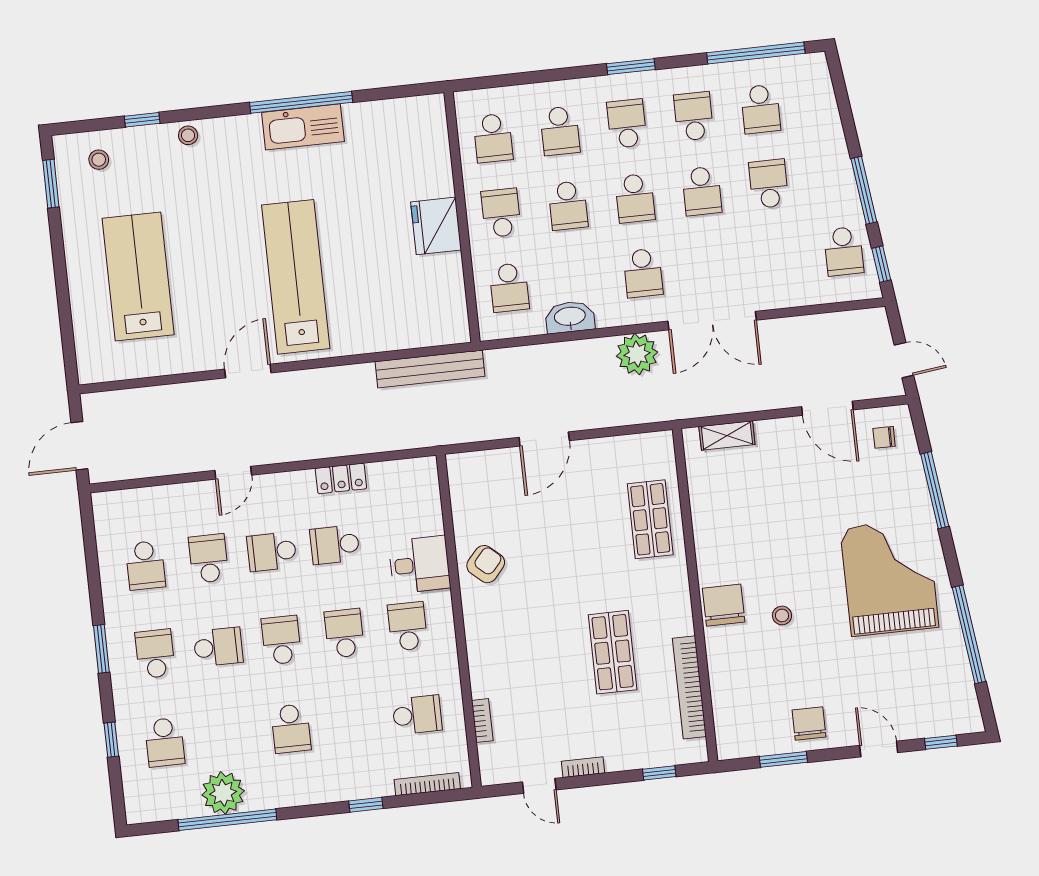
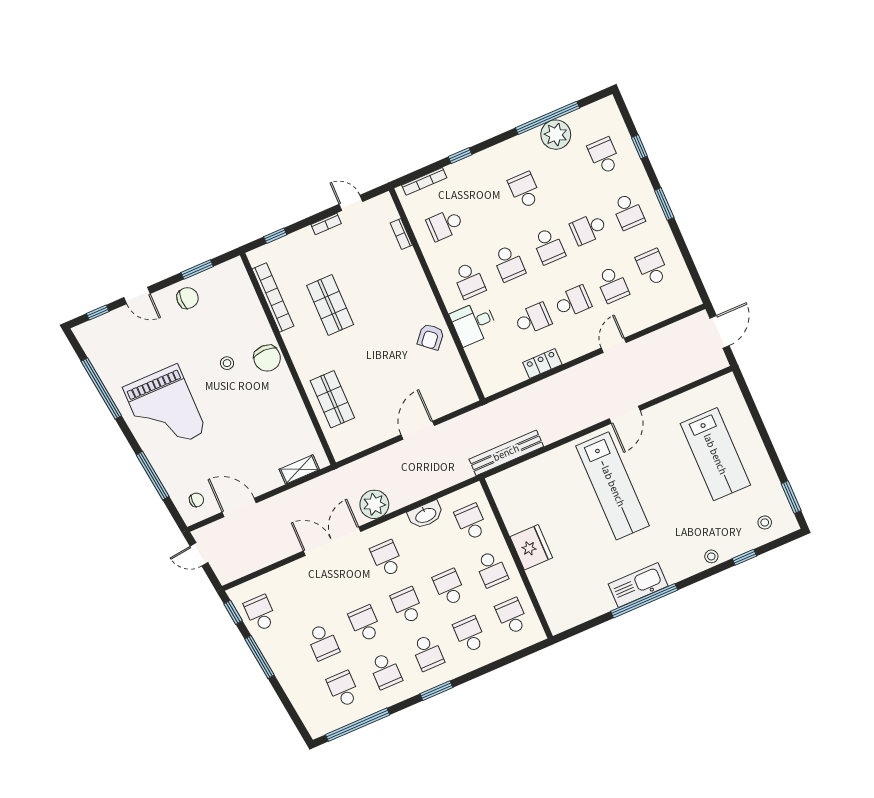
chair: (809, 724) -> (188, 298), turned -90

